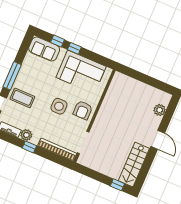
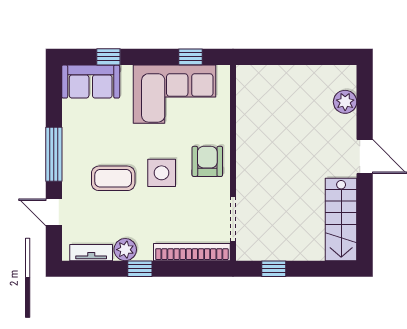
window: (74, 48) -> (190, 57), moved
coffee table: (22, 98) -> (113, 178), moved
armchair: (83, 110) -> (207, 161), turned 180
window: (117, 185) -> (274, 269), moved

